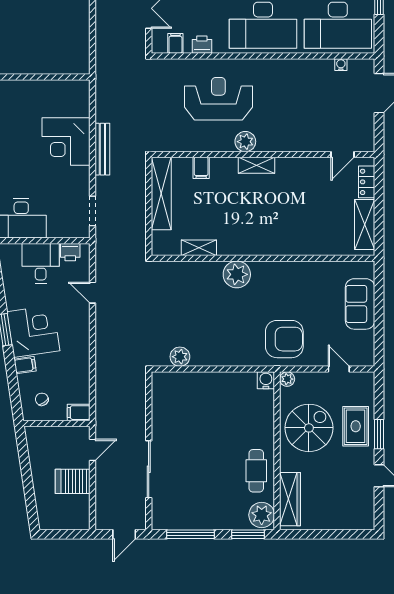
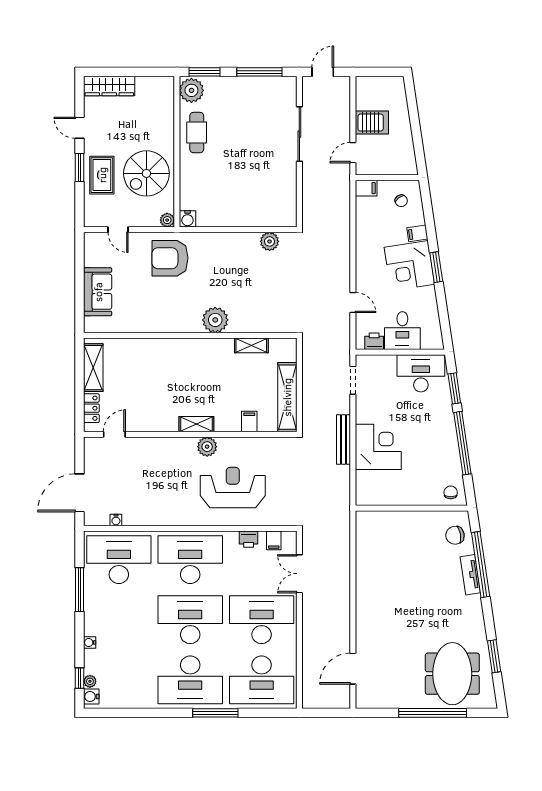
reception desk: (218, 99) -> (233, 488), turned 180
wardrobe: (290, 499) -> (109, 86), moved, turned -90

